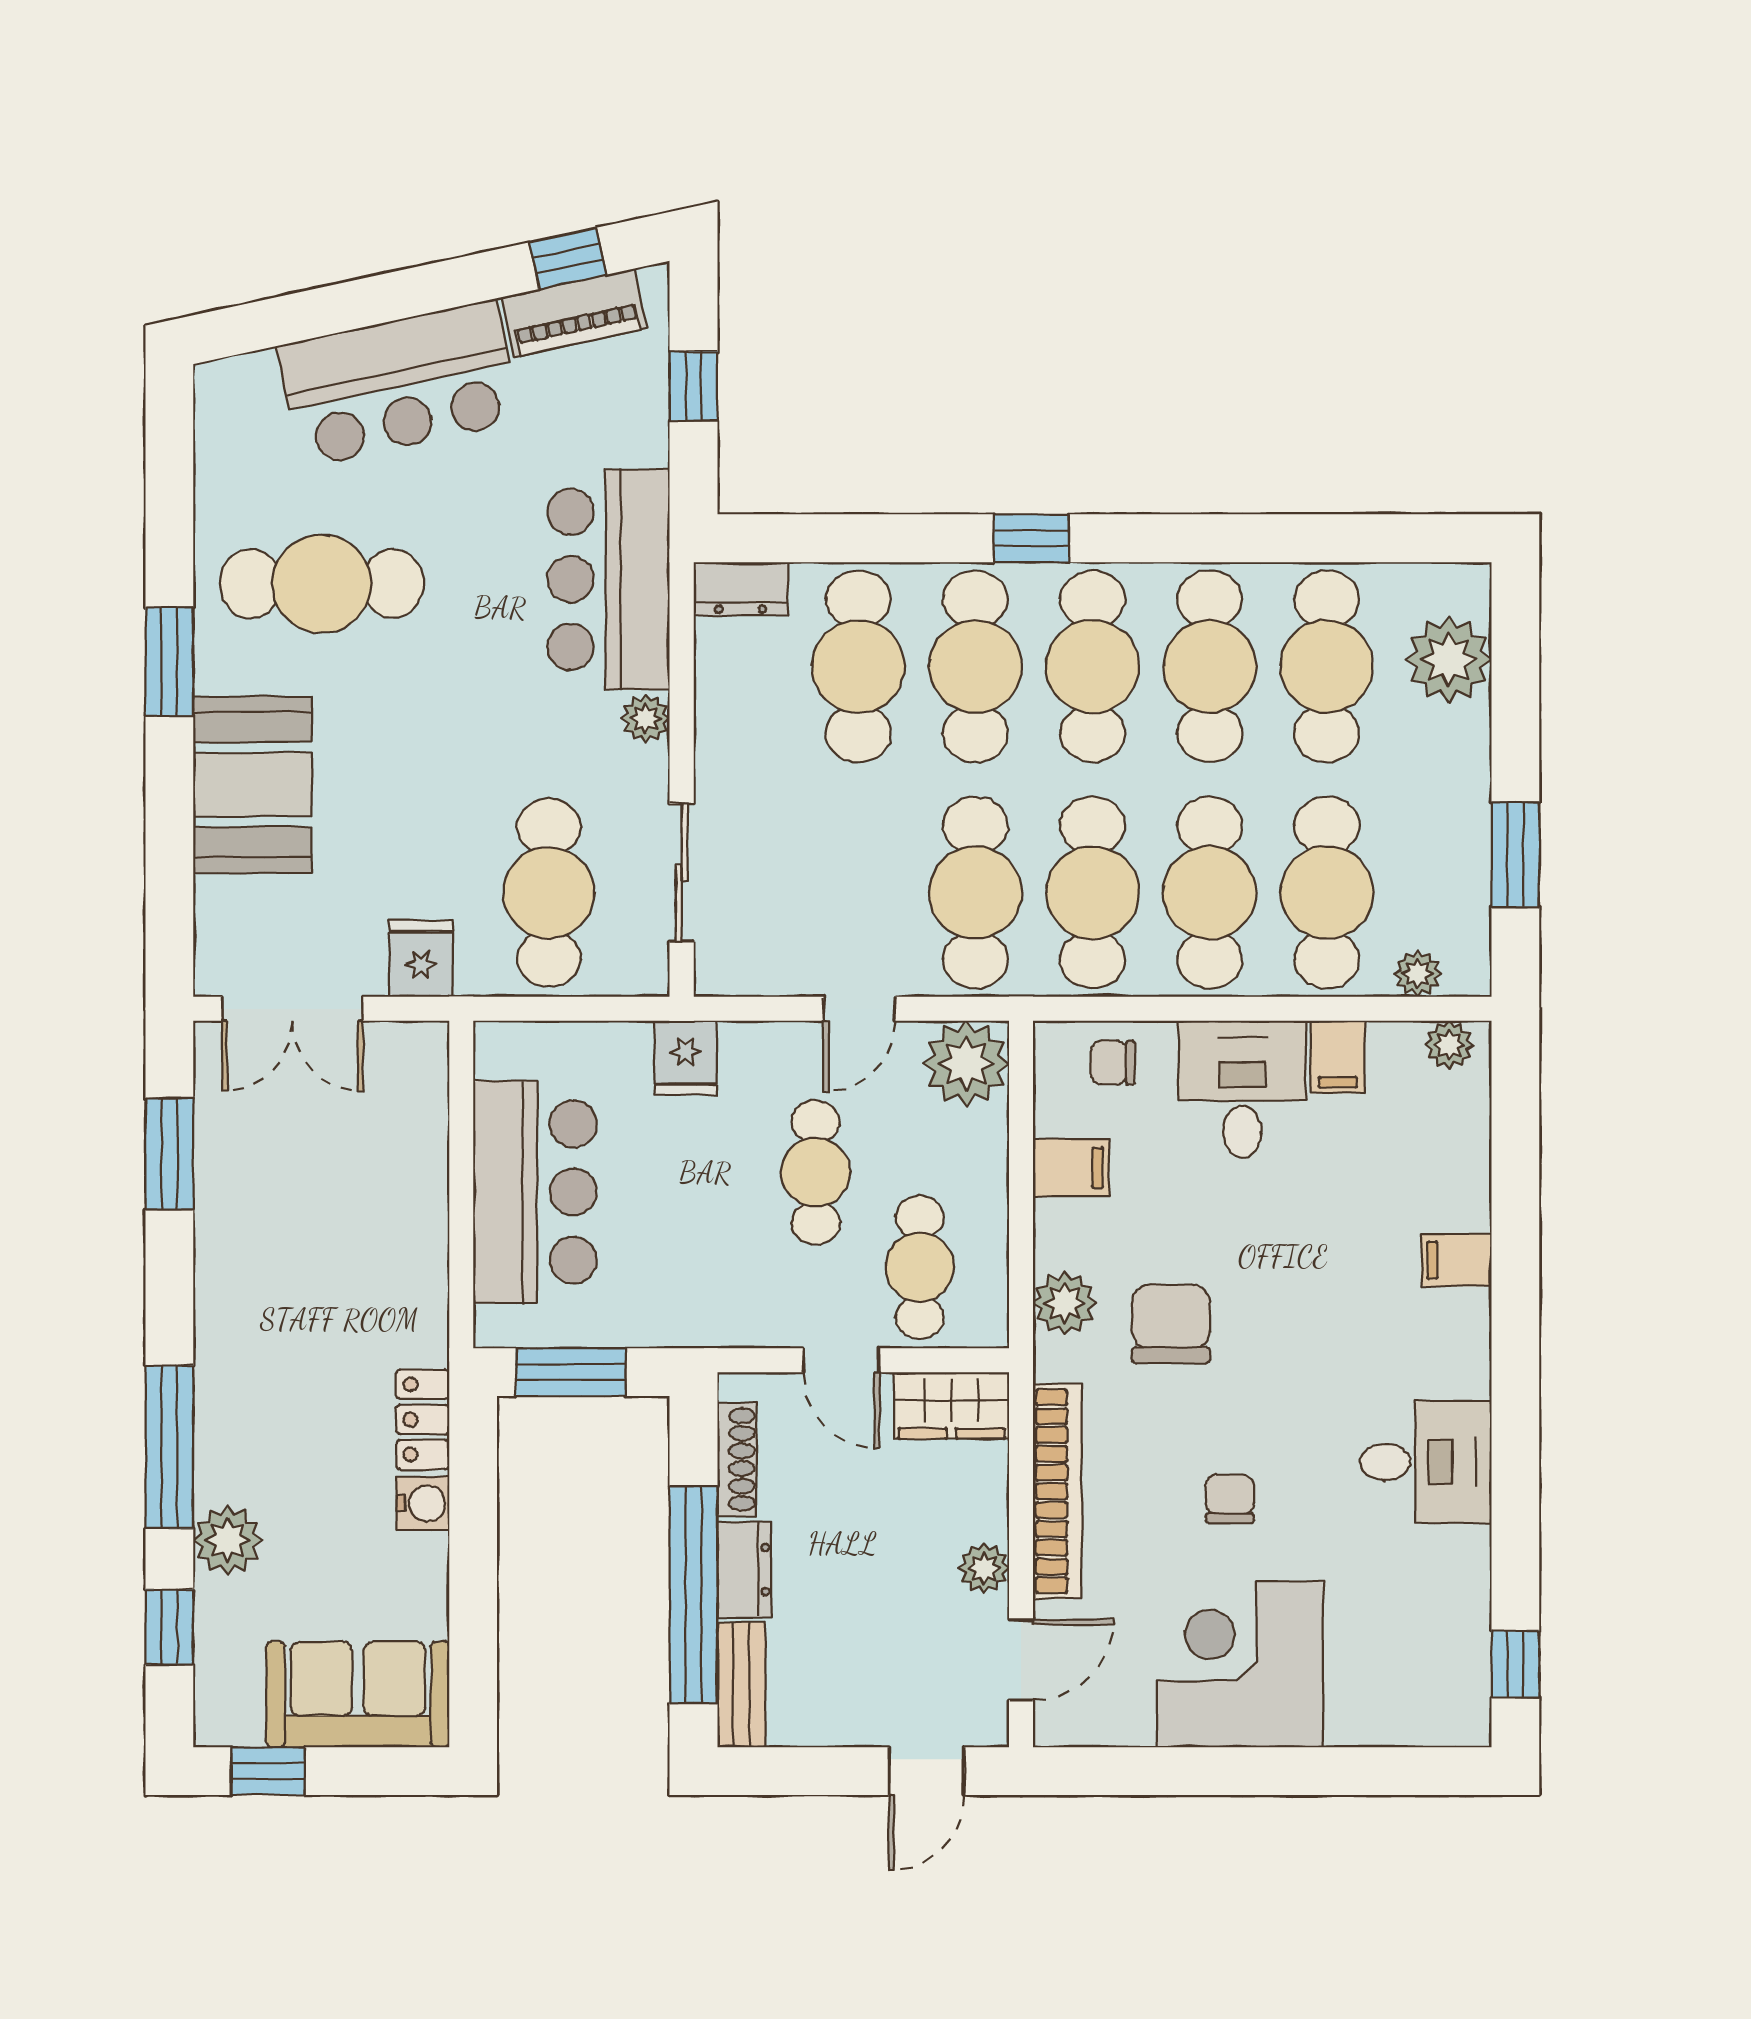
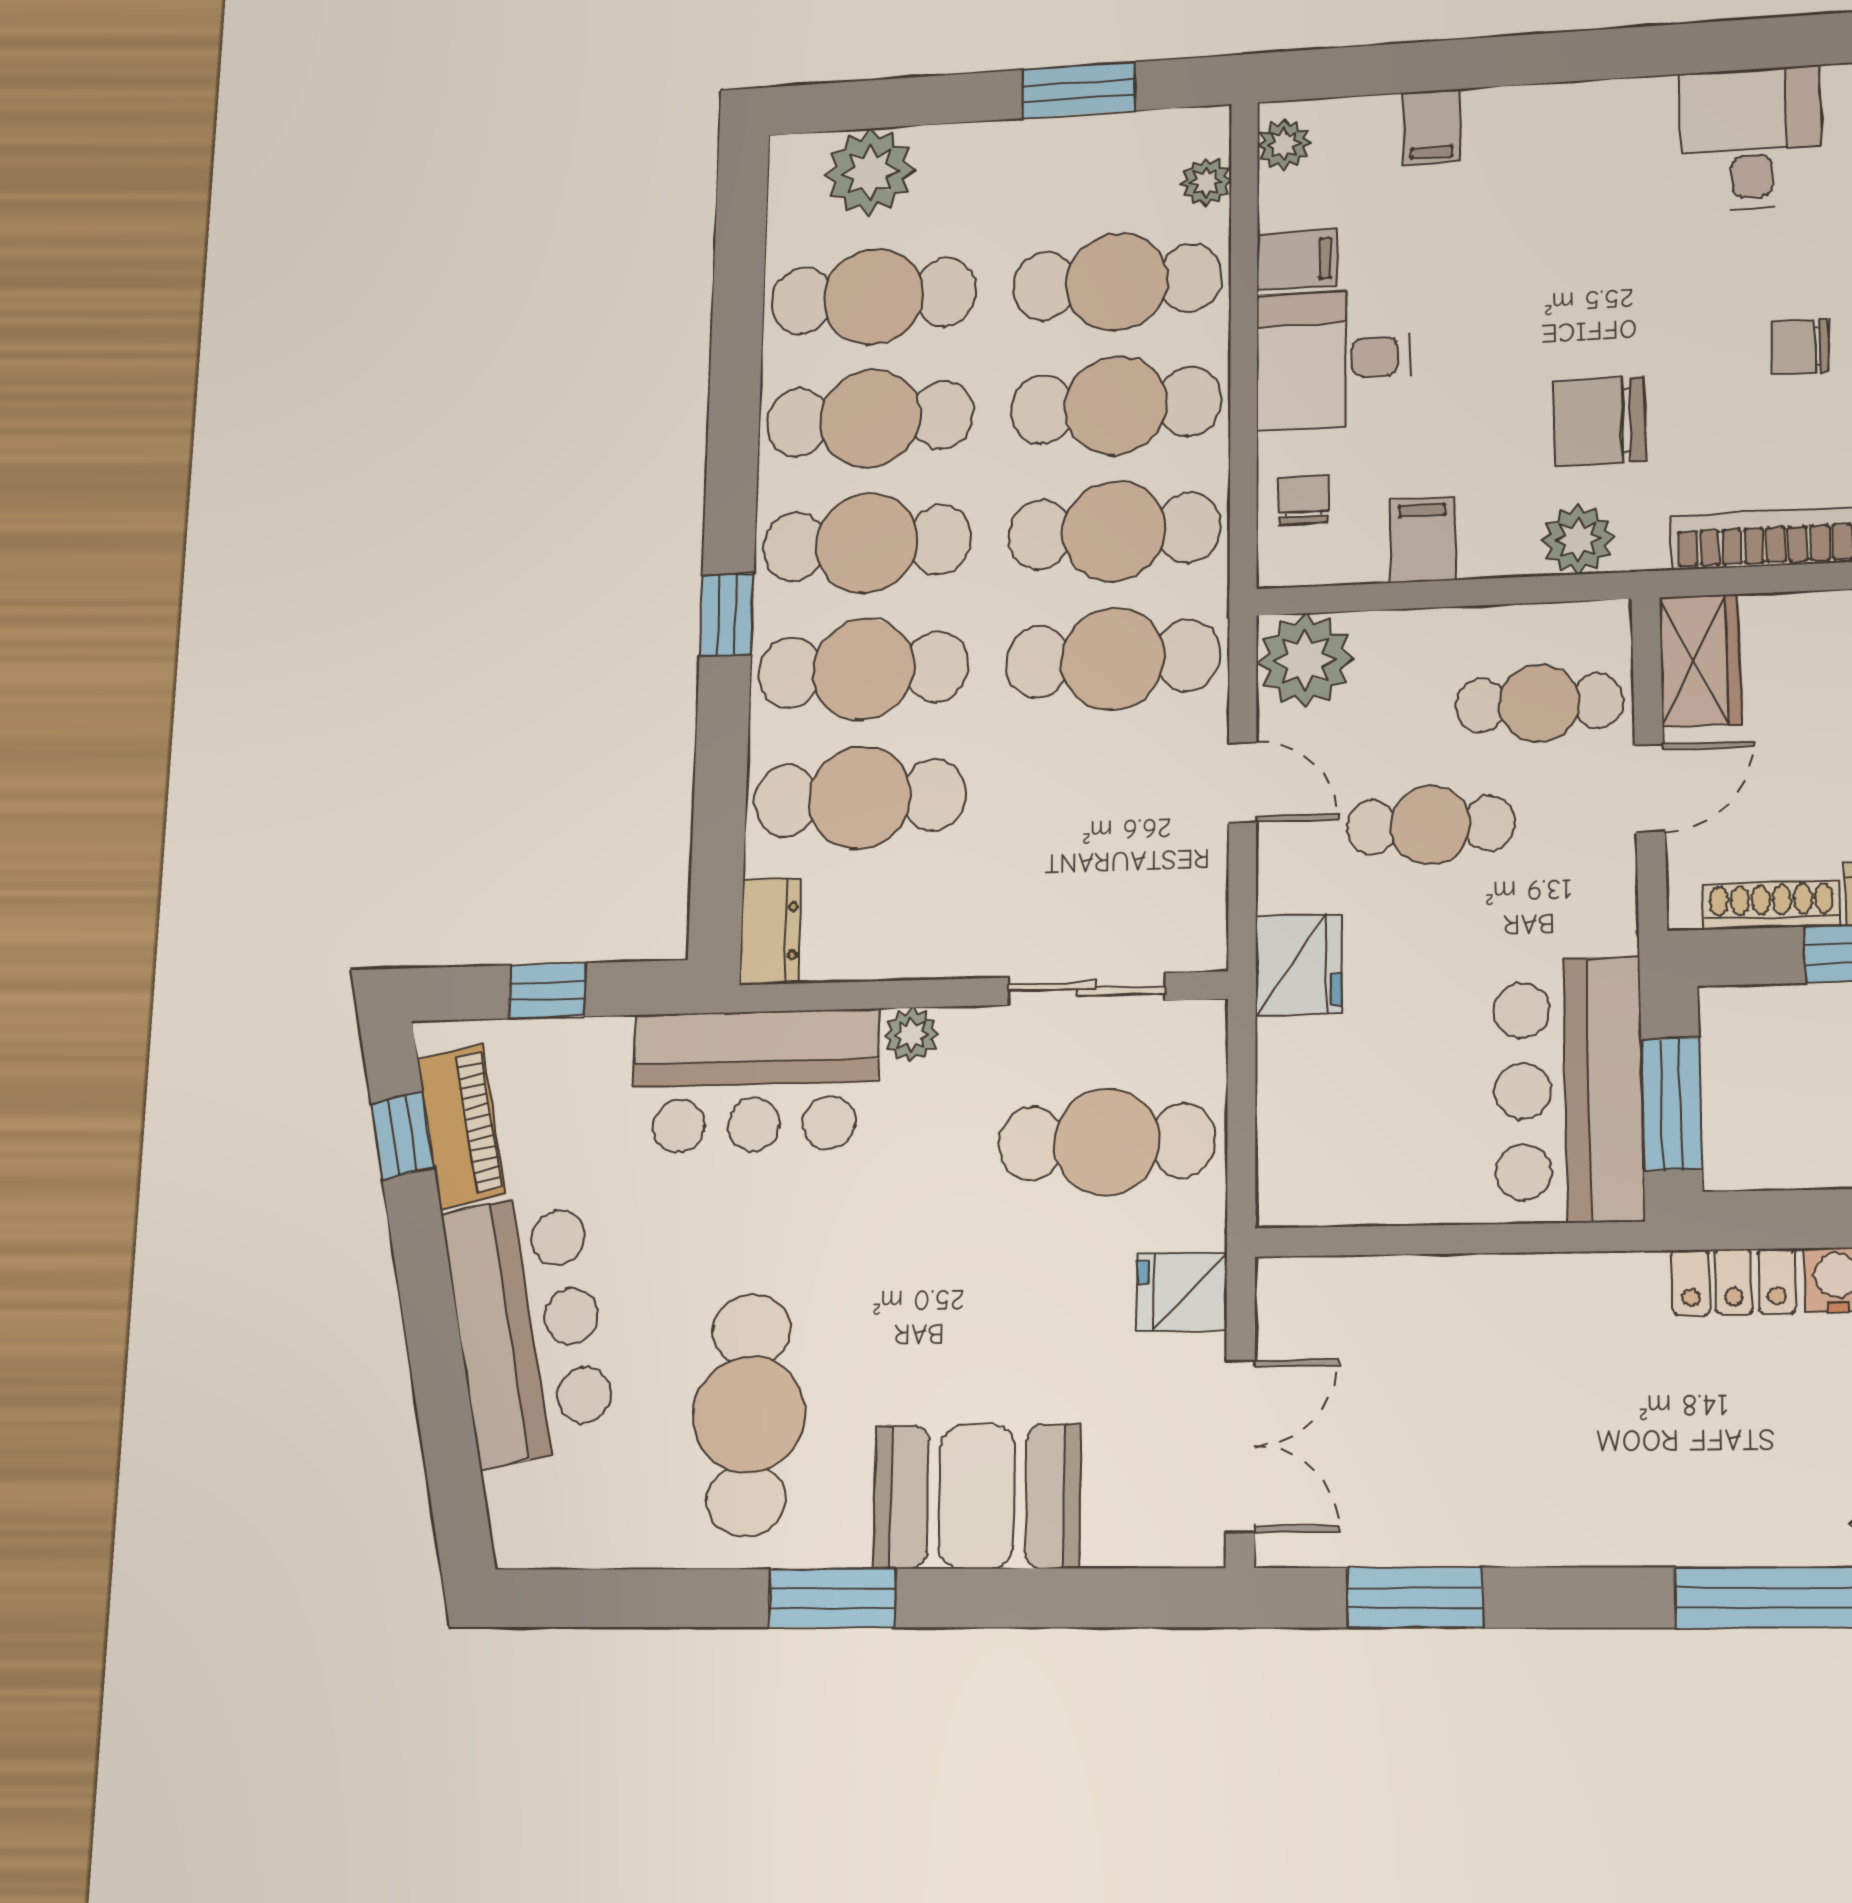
fridge: (686, 1058) -> (1298, 964), width x1.38
chair: (1113, 1063) -> (1304, 500), turned 180
bar counter: (535, 1192) -> (1568, 1090), moved, turned -90
filing cabinet: (1457, 1260) -> (1432, 127), moved

